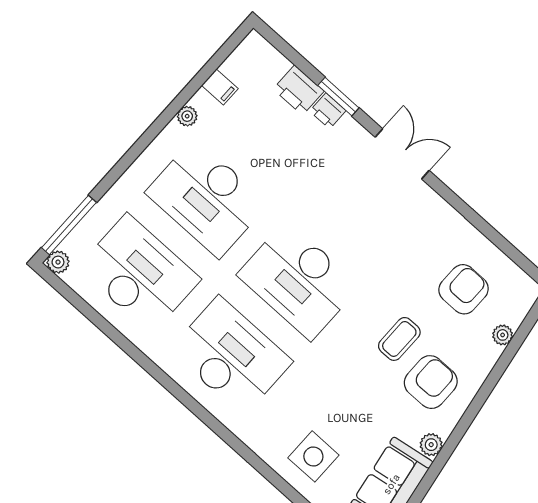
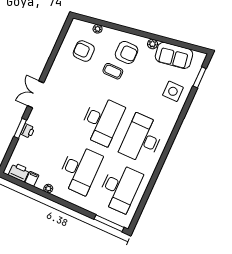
printer: (299, 90) -> (19, 172), moved, turned -90
plant: (58, 262) -> (126, 223), removed
desk: (139, 273) -> (120, 188), turned 180
armchair: (431, 382) -> (127, 52), turned 180

